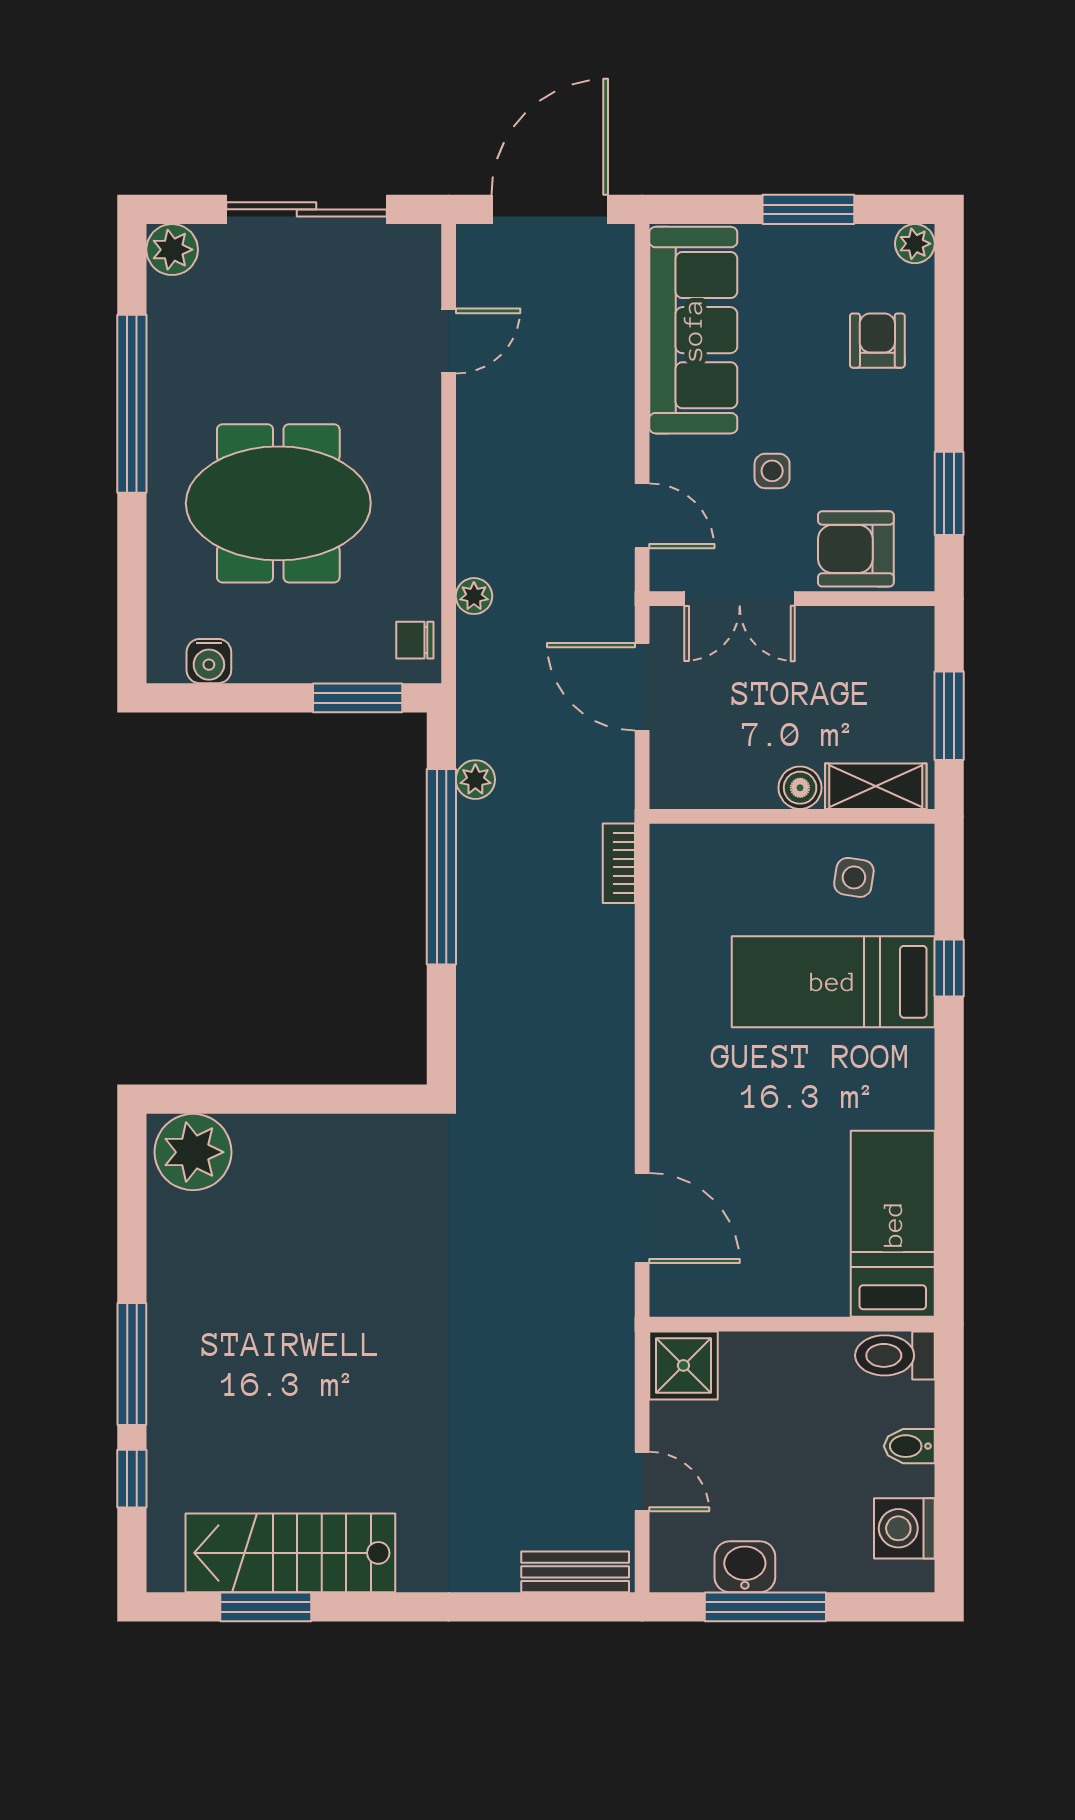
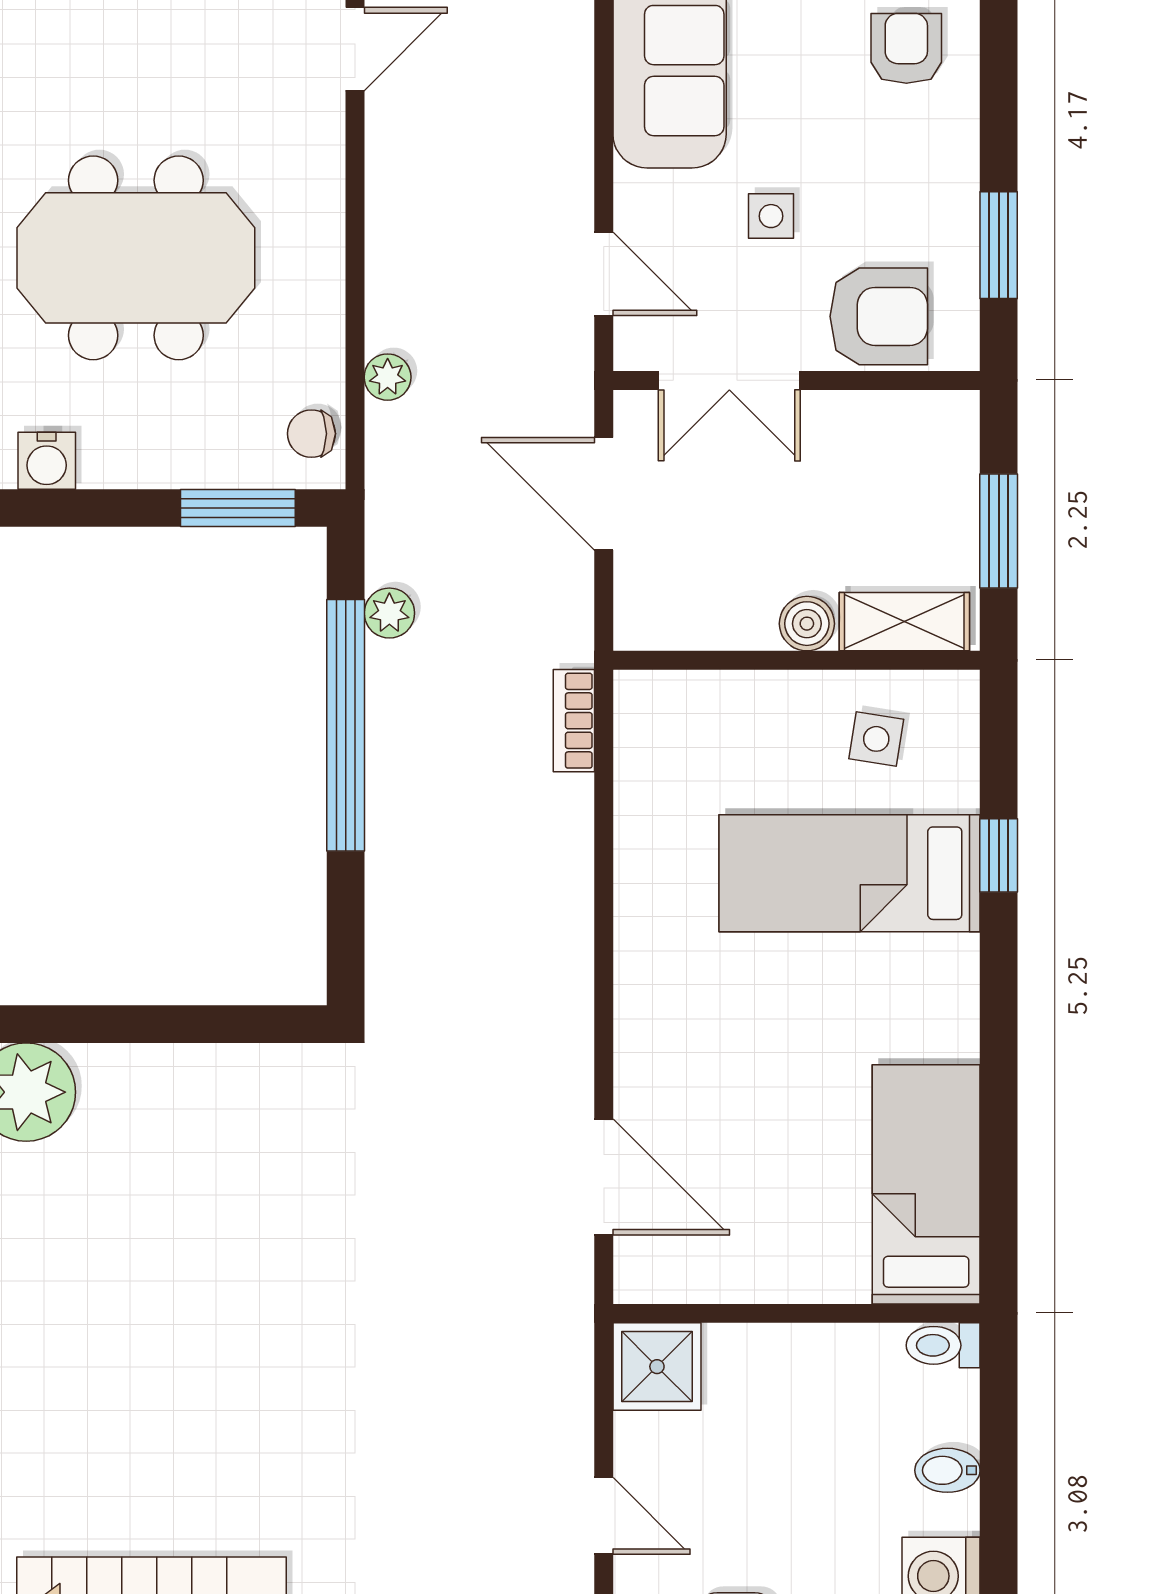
armchair: (856, 549) -> (879, 316), turned 180
toilet: (895, 1355) -> (943, 1345), width x0.73, depth x0.72

